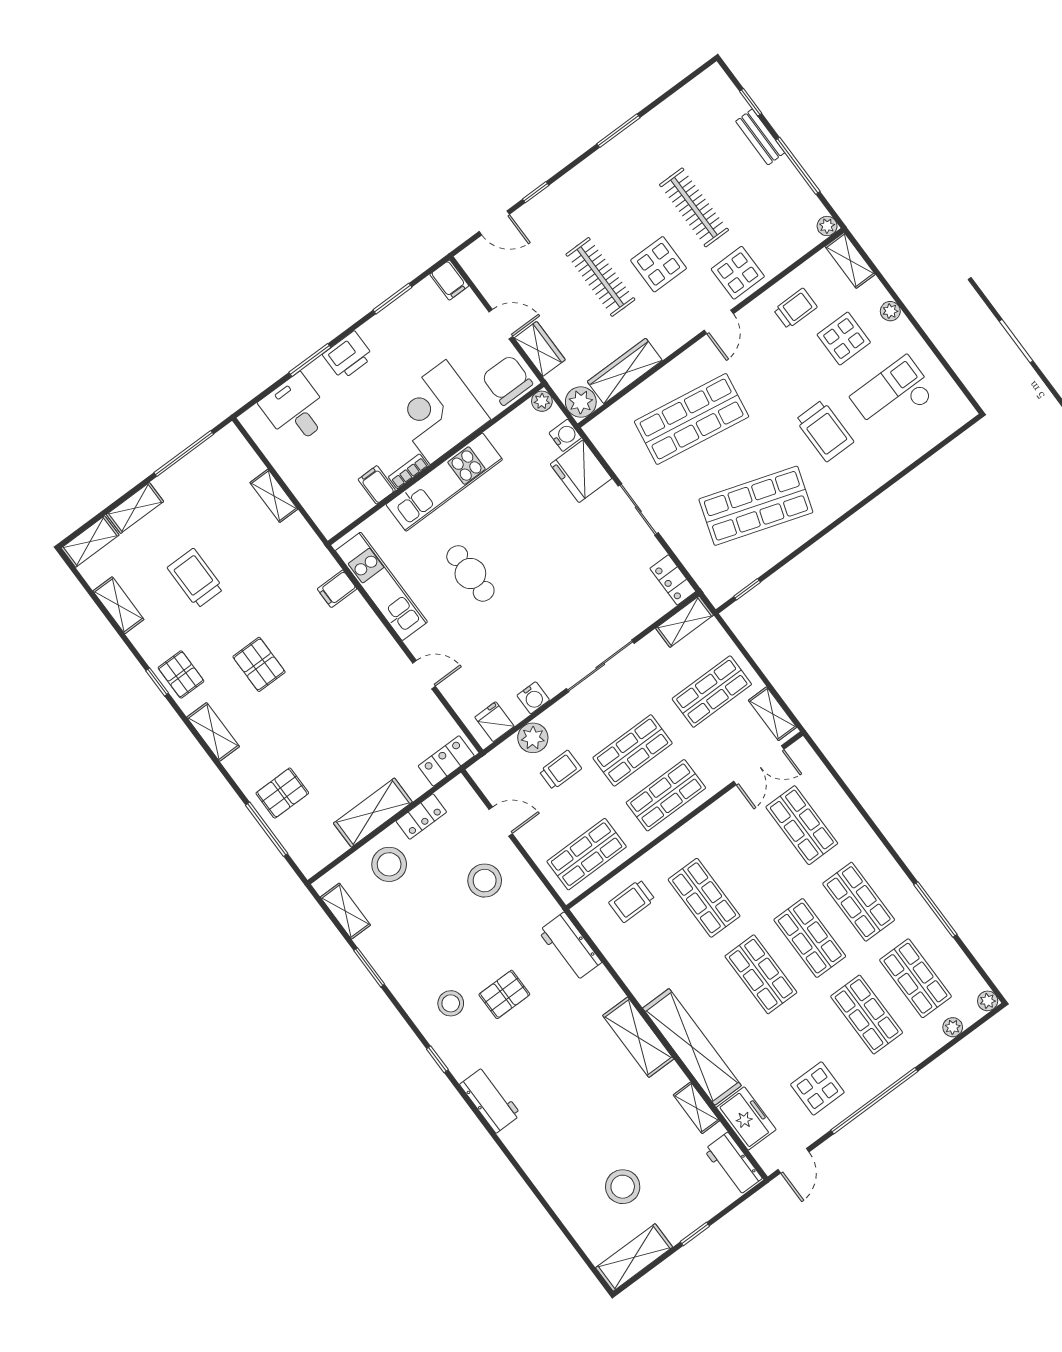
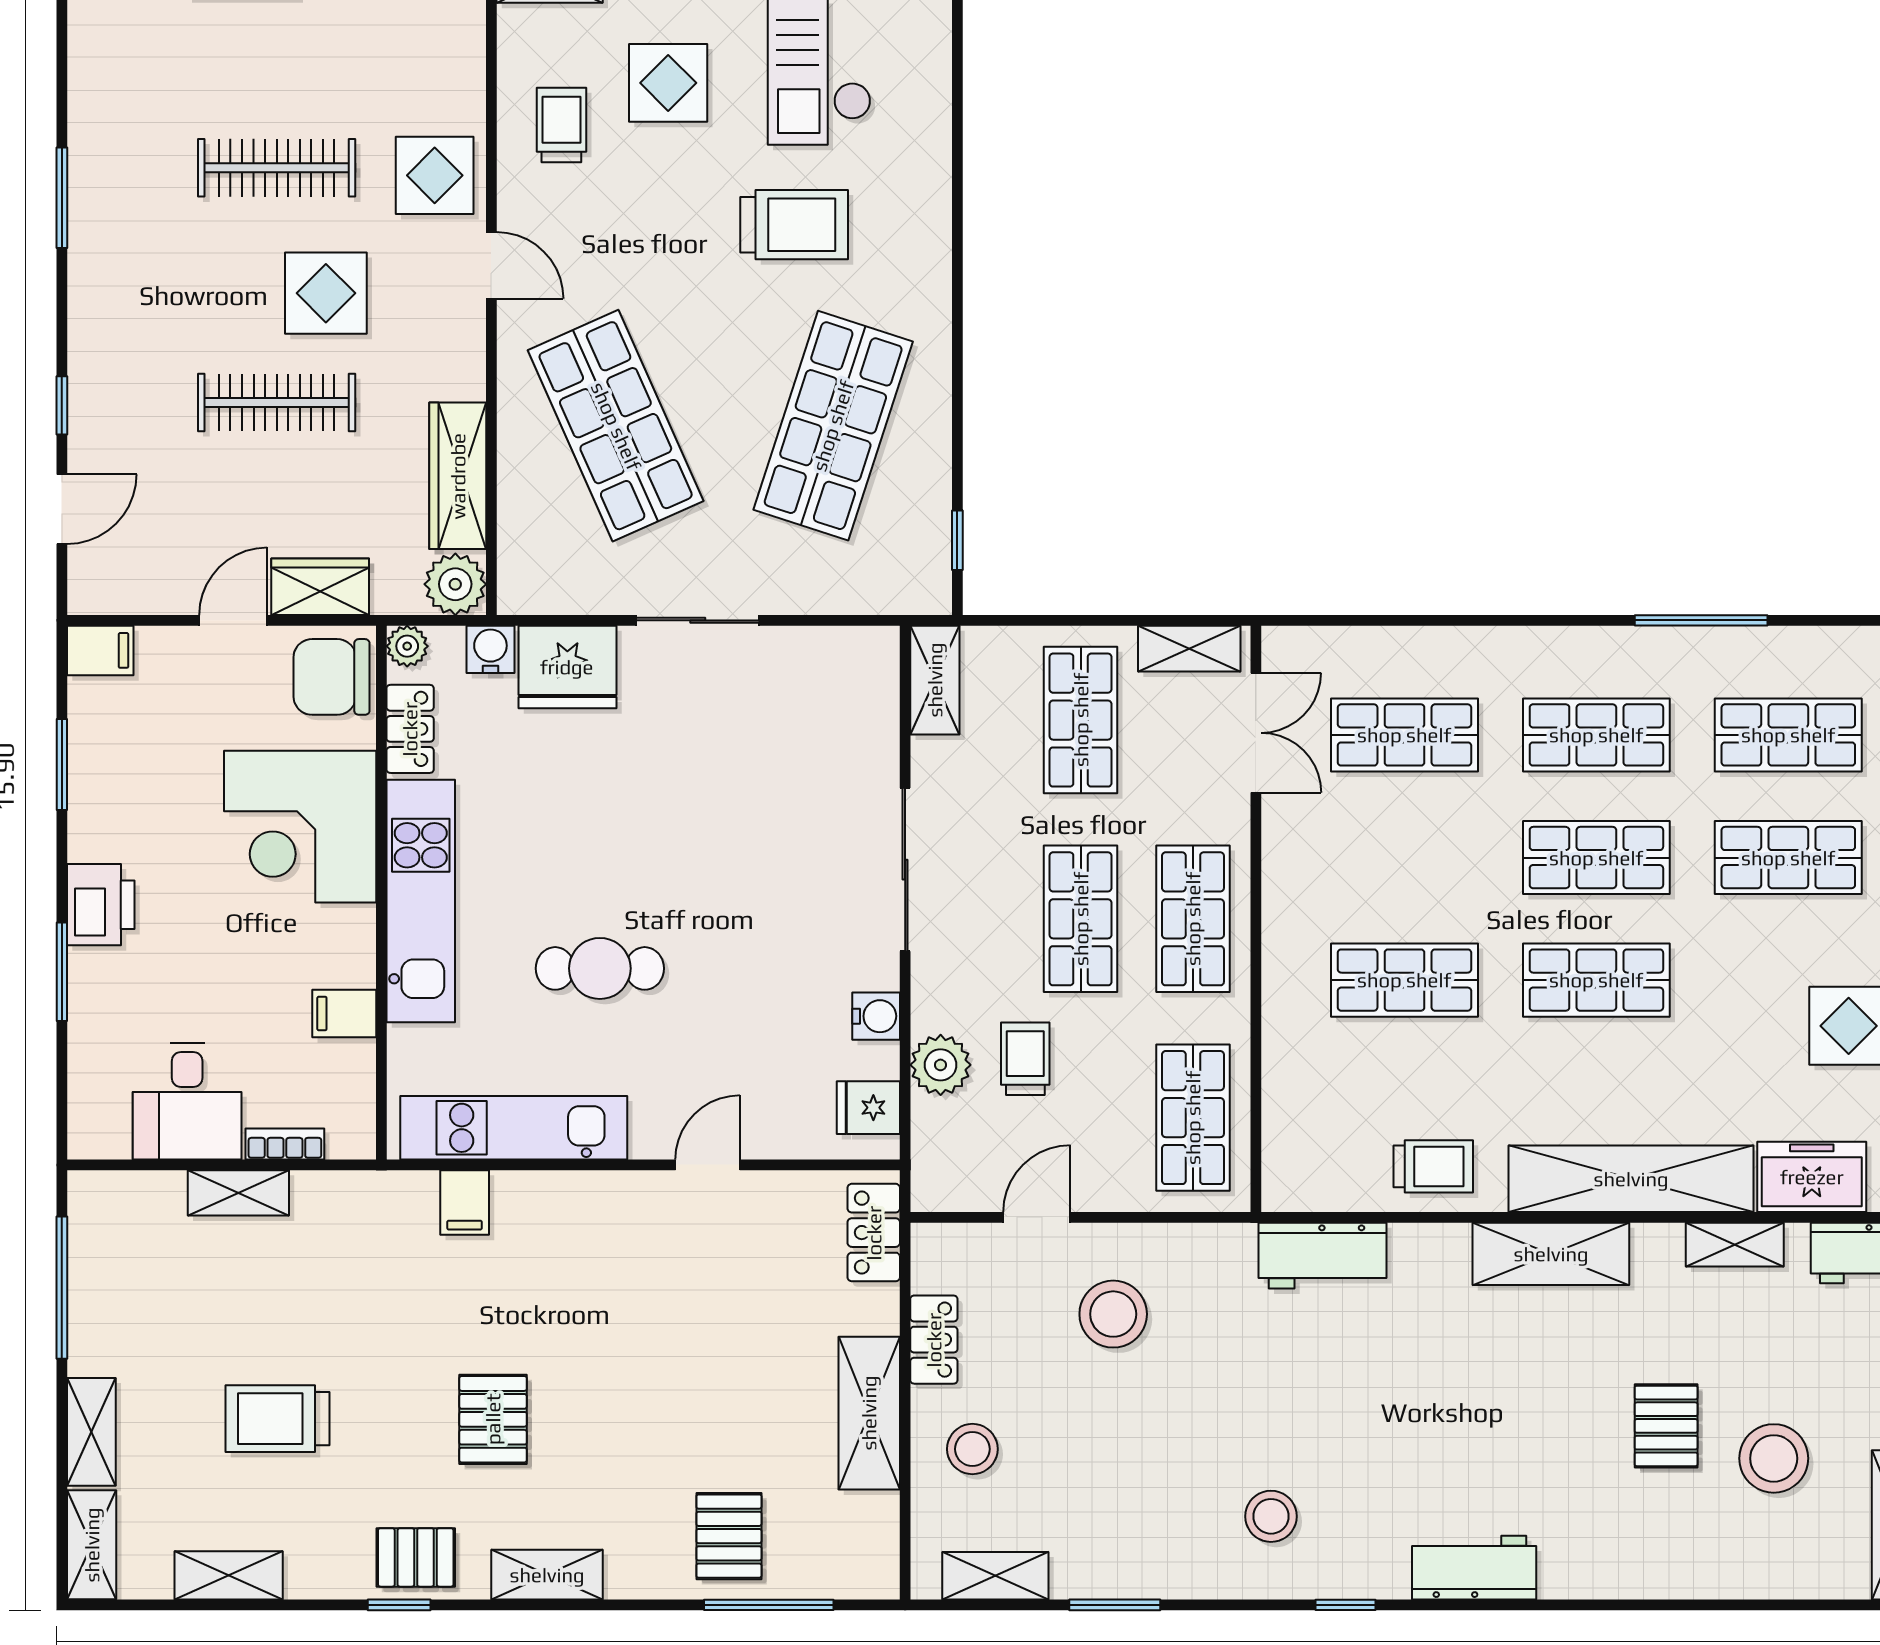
desk: (296, 410) -> (187, 1101), moved, turned -90
shop shelf: (692, 419) -> (616, 426), turned -33
bookcase: (408, 471) -> (285, 1144), moved, turned 90
locker: (673, 580) -> (410, 729), moved, turned -90
pallet: (259, 664) -> (493, 1419), turned 90
stool: (389, 864) -> (972, 1449), width x0.73, depth x0.73
trolley: (632, 901) -> (1433, 1166), moved, turned -90
pallet: (504, 994) -> (1666, 1426), moved

